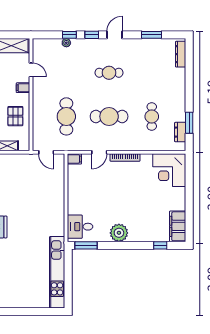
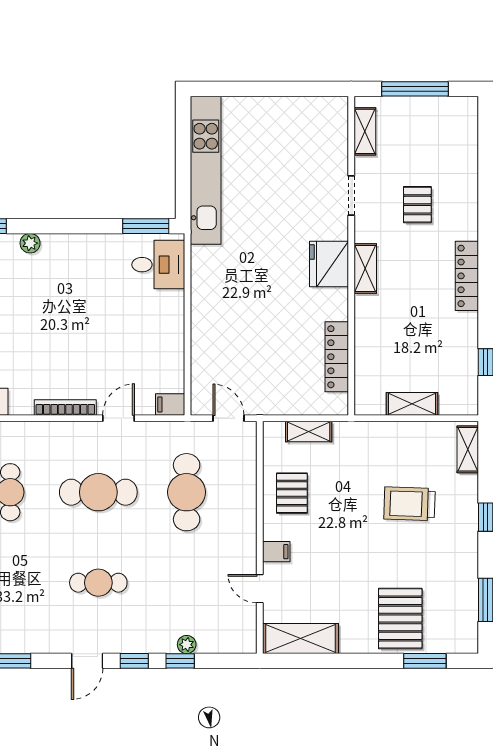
plant: (119, 233) -> (30, 243), moved, width x0.53, depth x0.53

